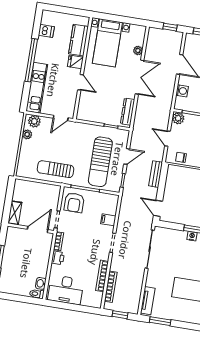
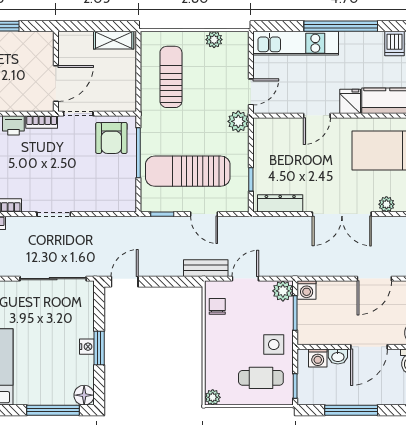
washing machine: (182, 91) -> (307, 290), moved
door: (61, 118) -> (251, 92), swing flipped
plant: (34, 121) -> (238, 121), moved
sun lounger: (55, 169) -> (171, 77), moved
bench: (156, 174) -> (206, 268), moved
armchair: (74, 203) -> (111, 138), turned -90
shelving: (15, 213) -> (114, 40), moved
filing cabinet: (108, 220) -> (92, 200), removed
door: (38, 229) -> (56, 83), hinge flipped

